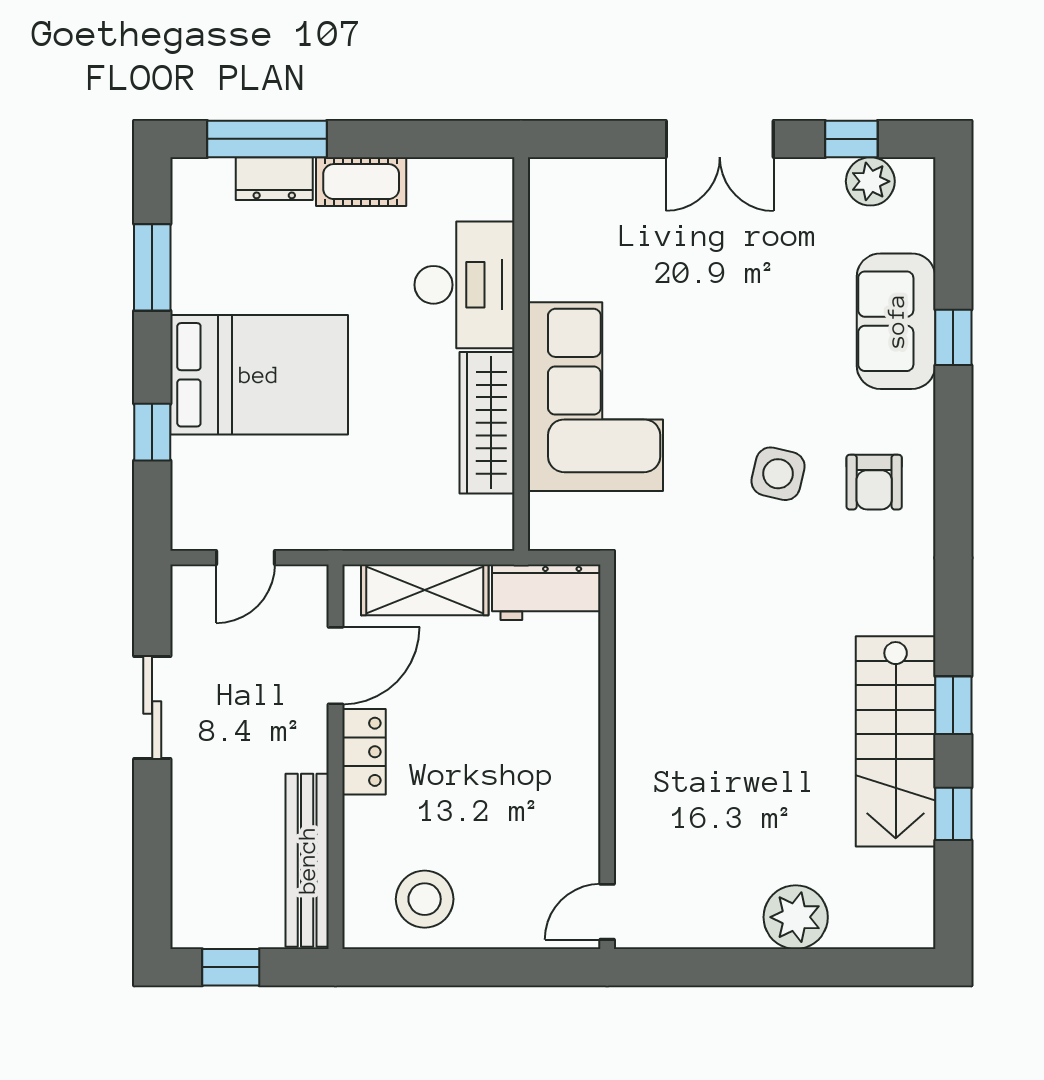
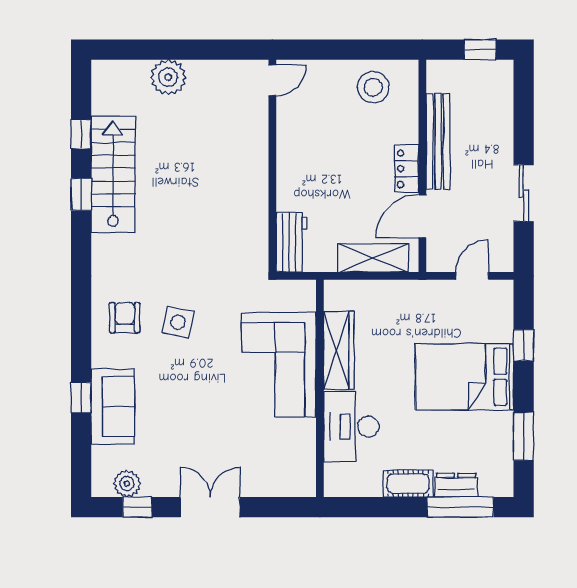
workbench: (546, 592) -> (291, 242), moved, turned 90
bench: (307, 860) -> (438, 141), moved

